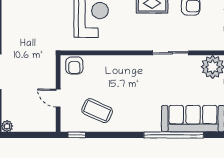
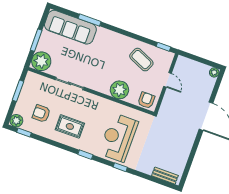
plant: (110, 66) -> (119, 90), added
window: (174, 135) -> (90, 20), width x0.47

